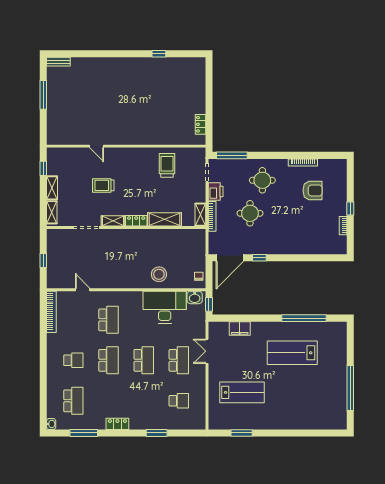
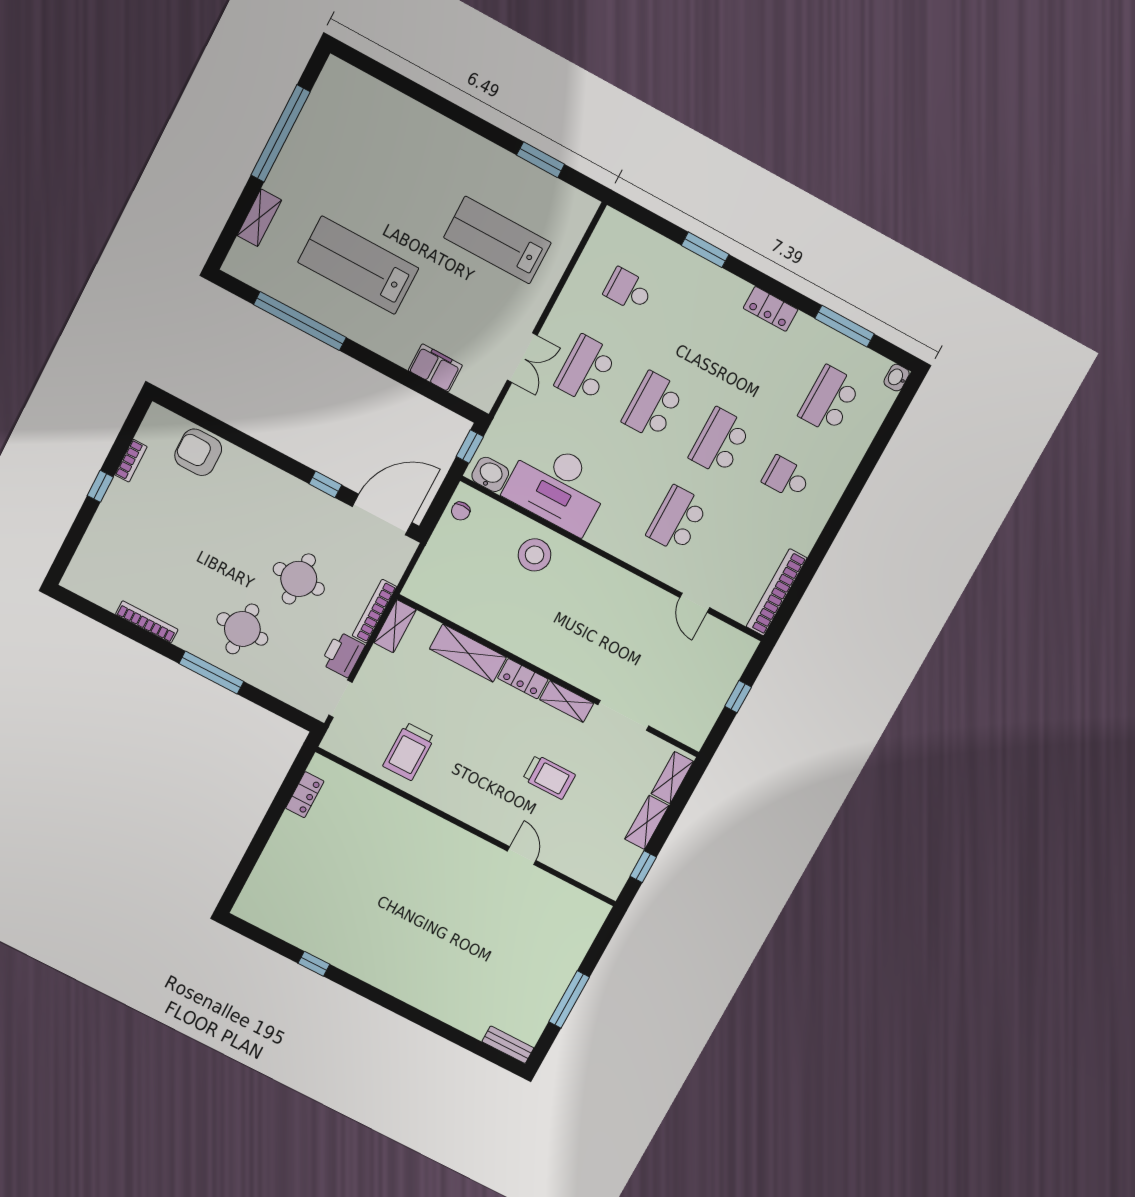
window: (232, 155) -> (211, 672), moved
armchair: (313, 190) -> (198, 452), moved
shelving: (342, 350) -> (259, 218), added
lab bench: (292, 353) -> (358, 265), turned 180

